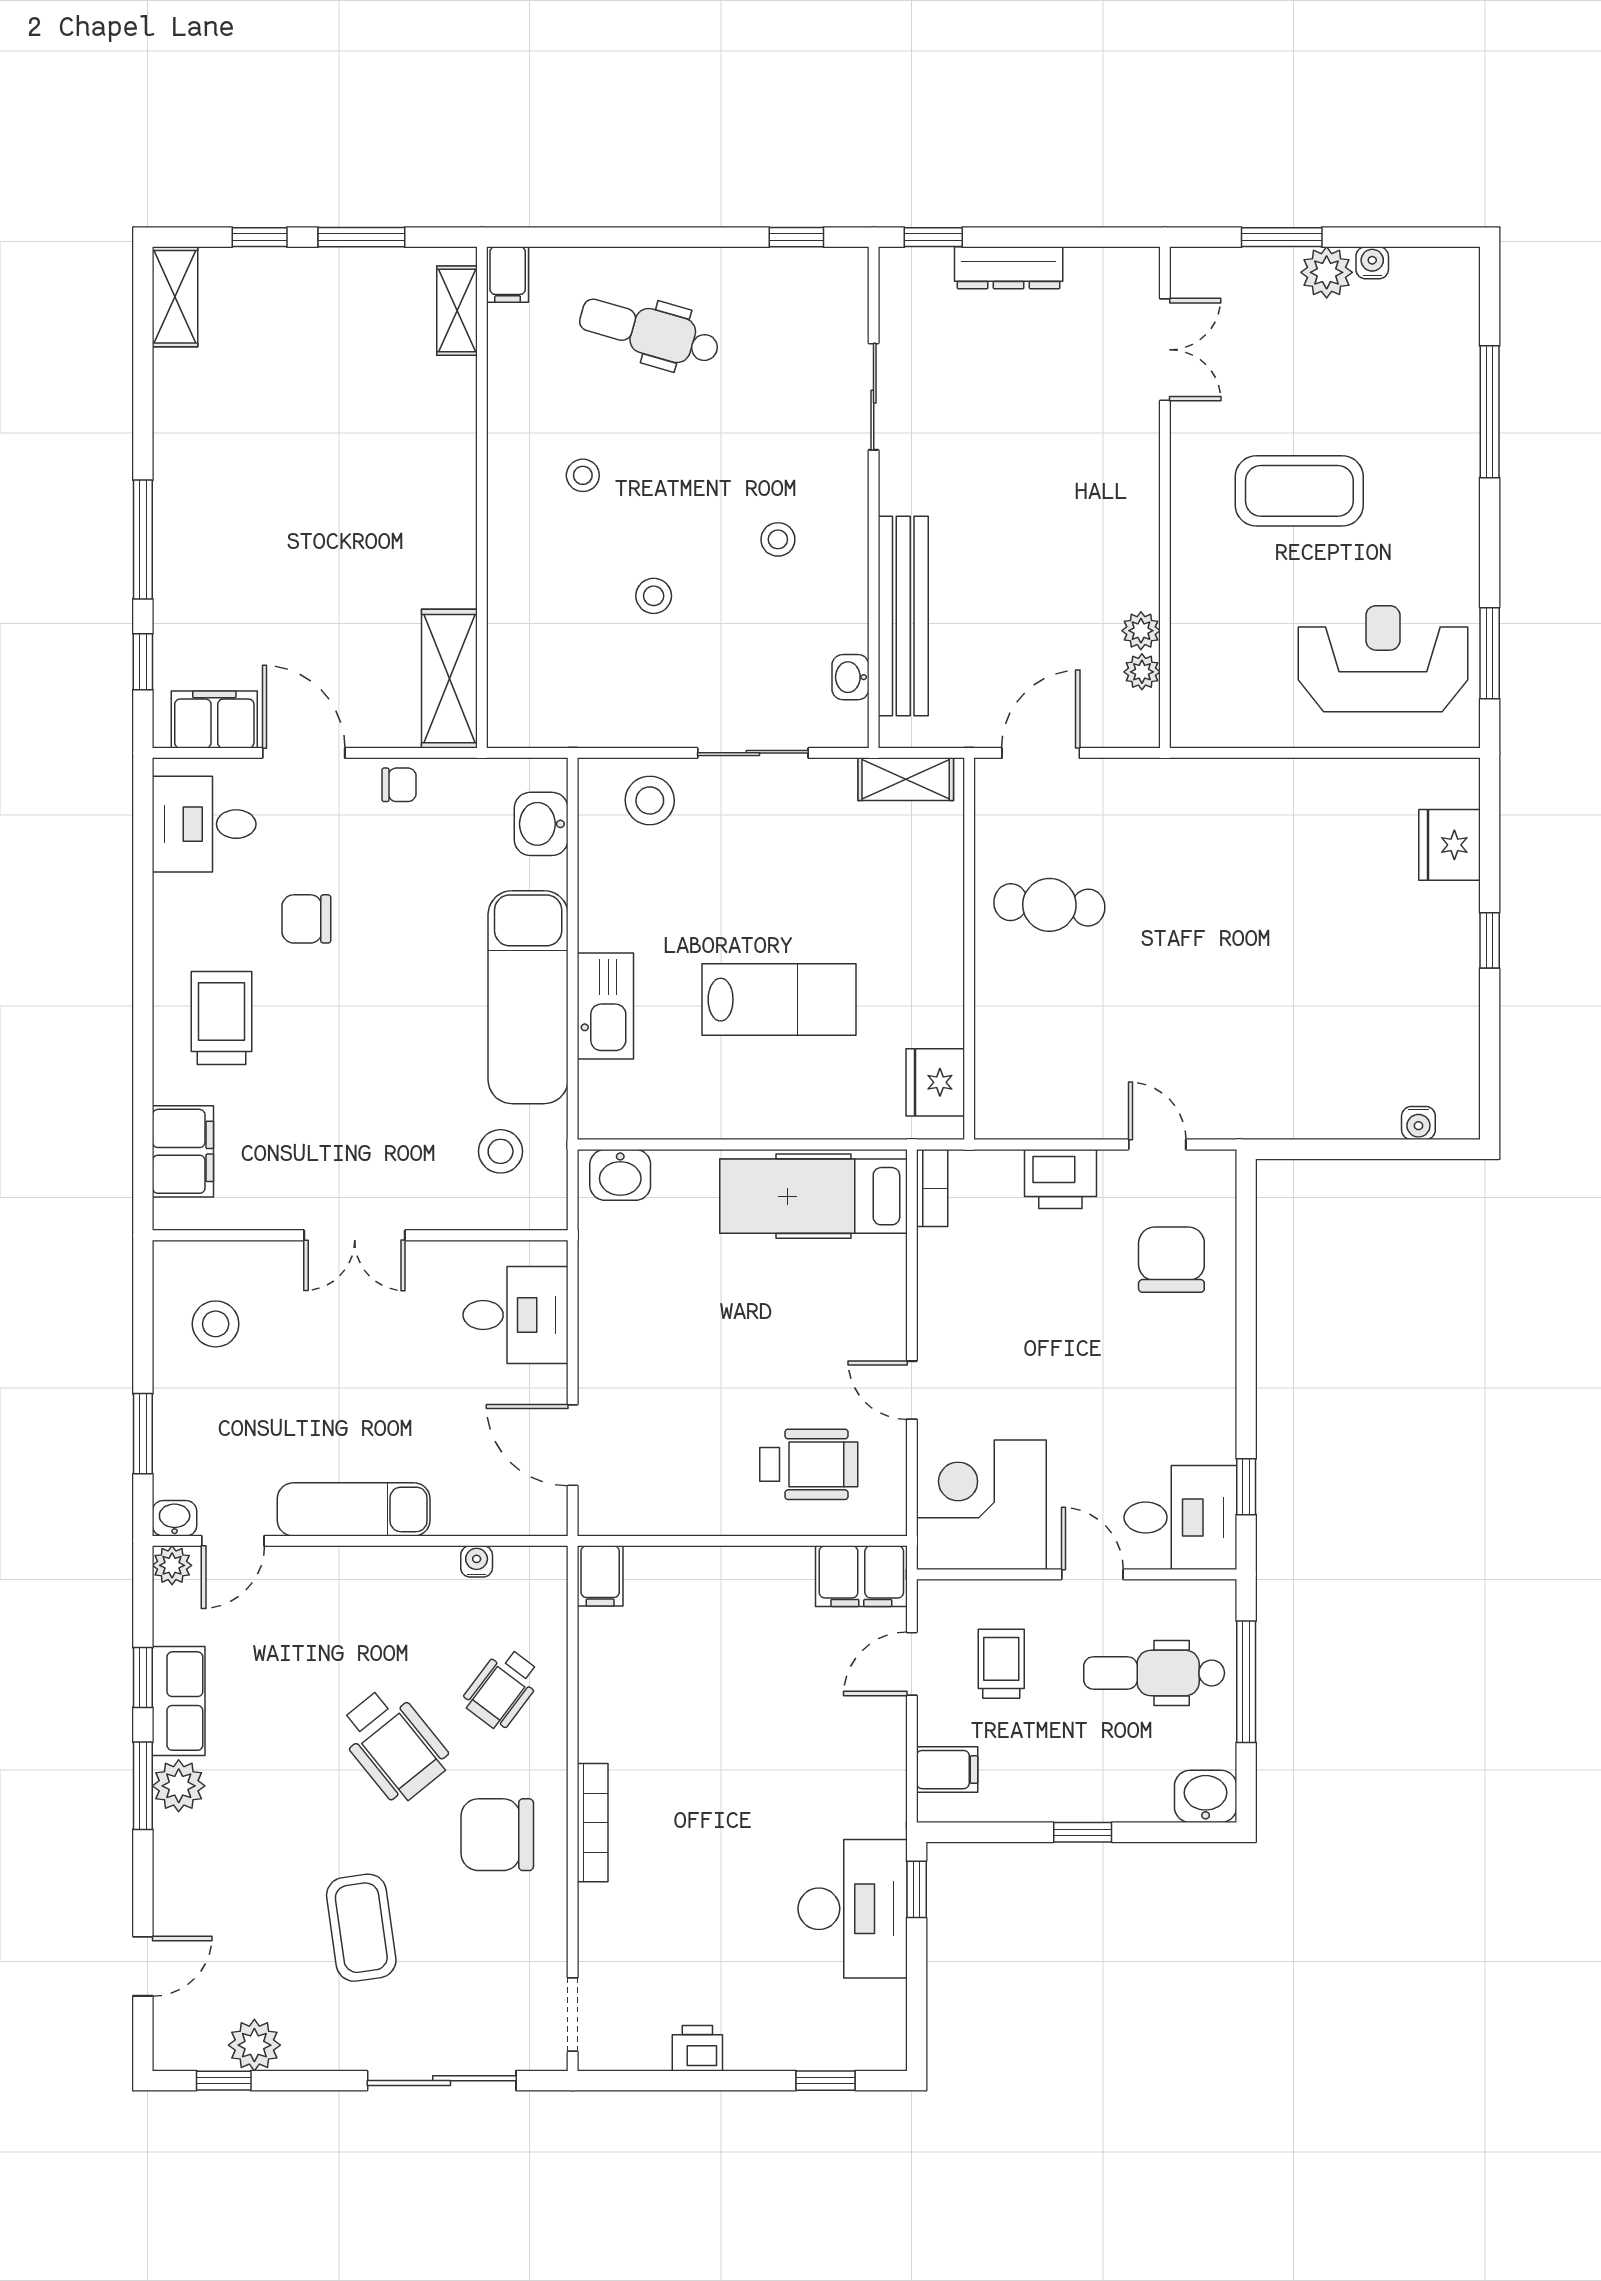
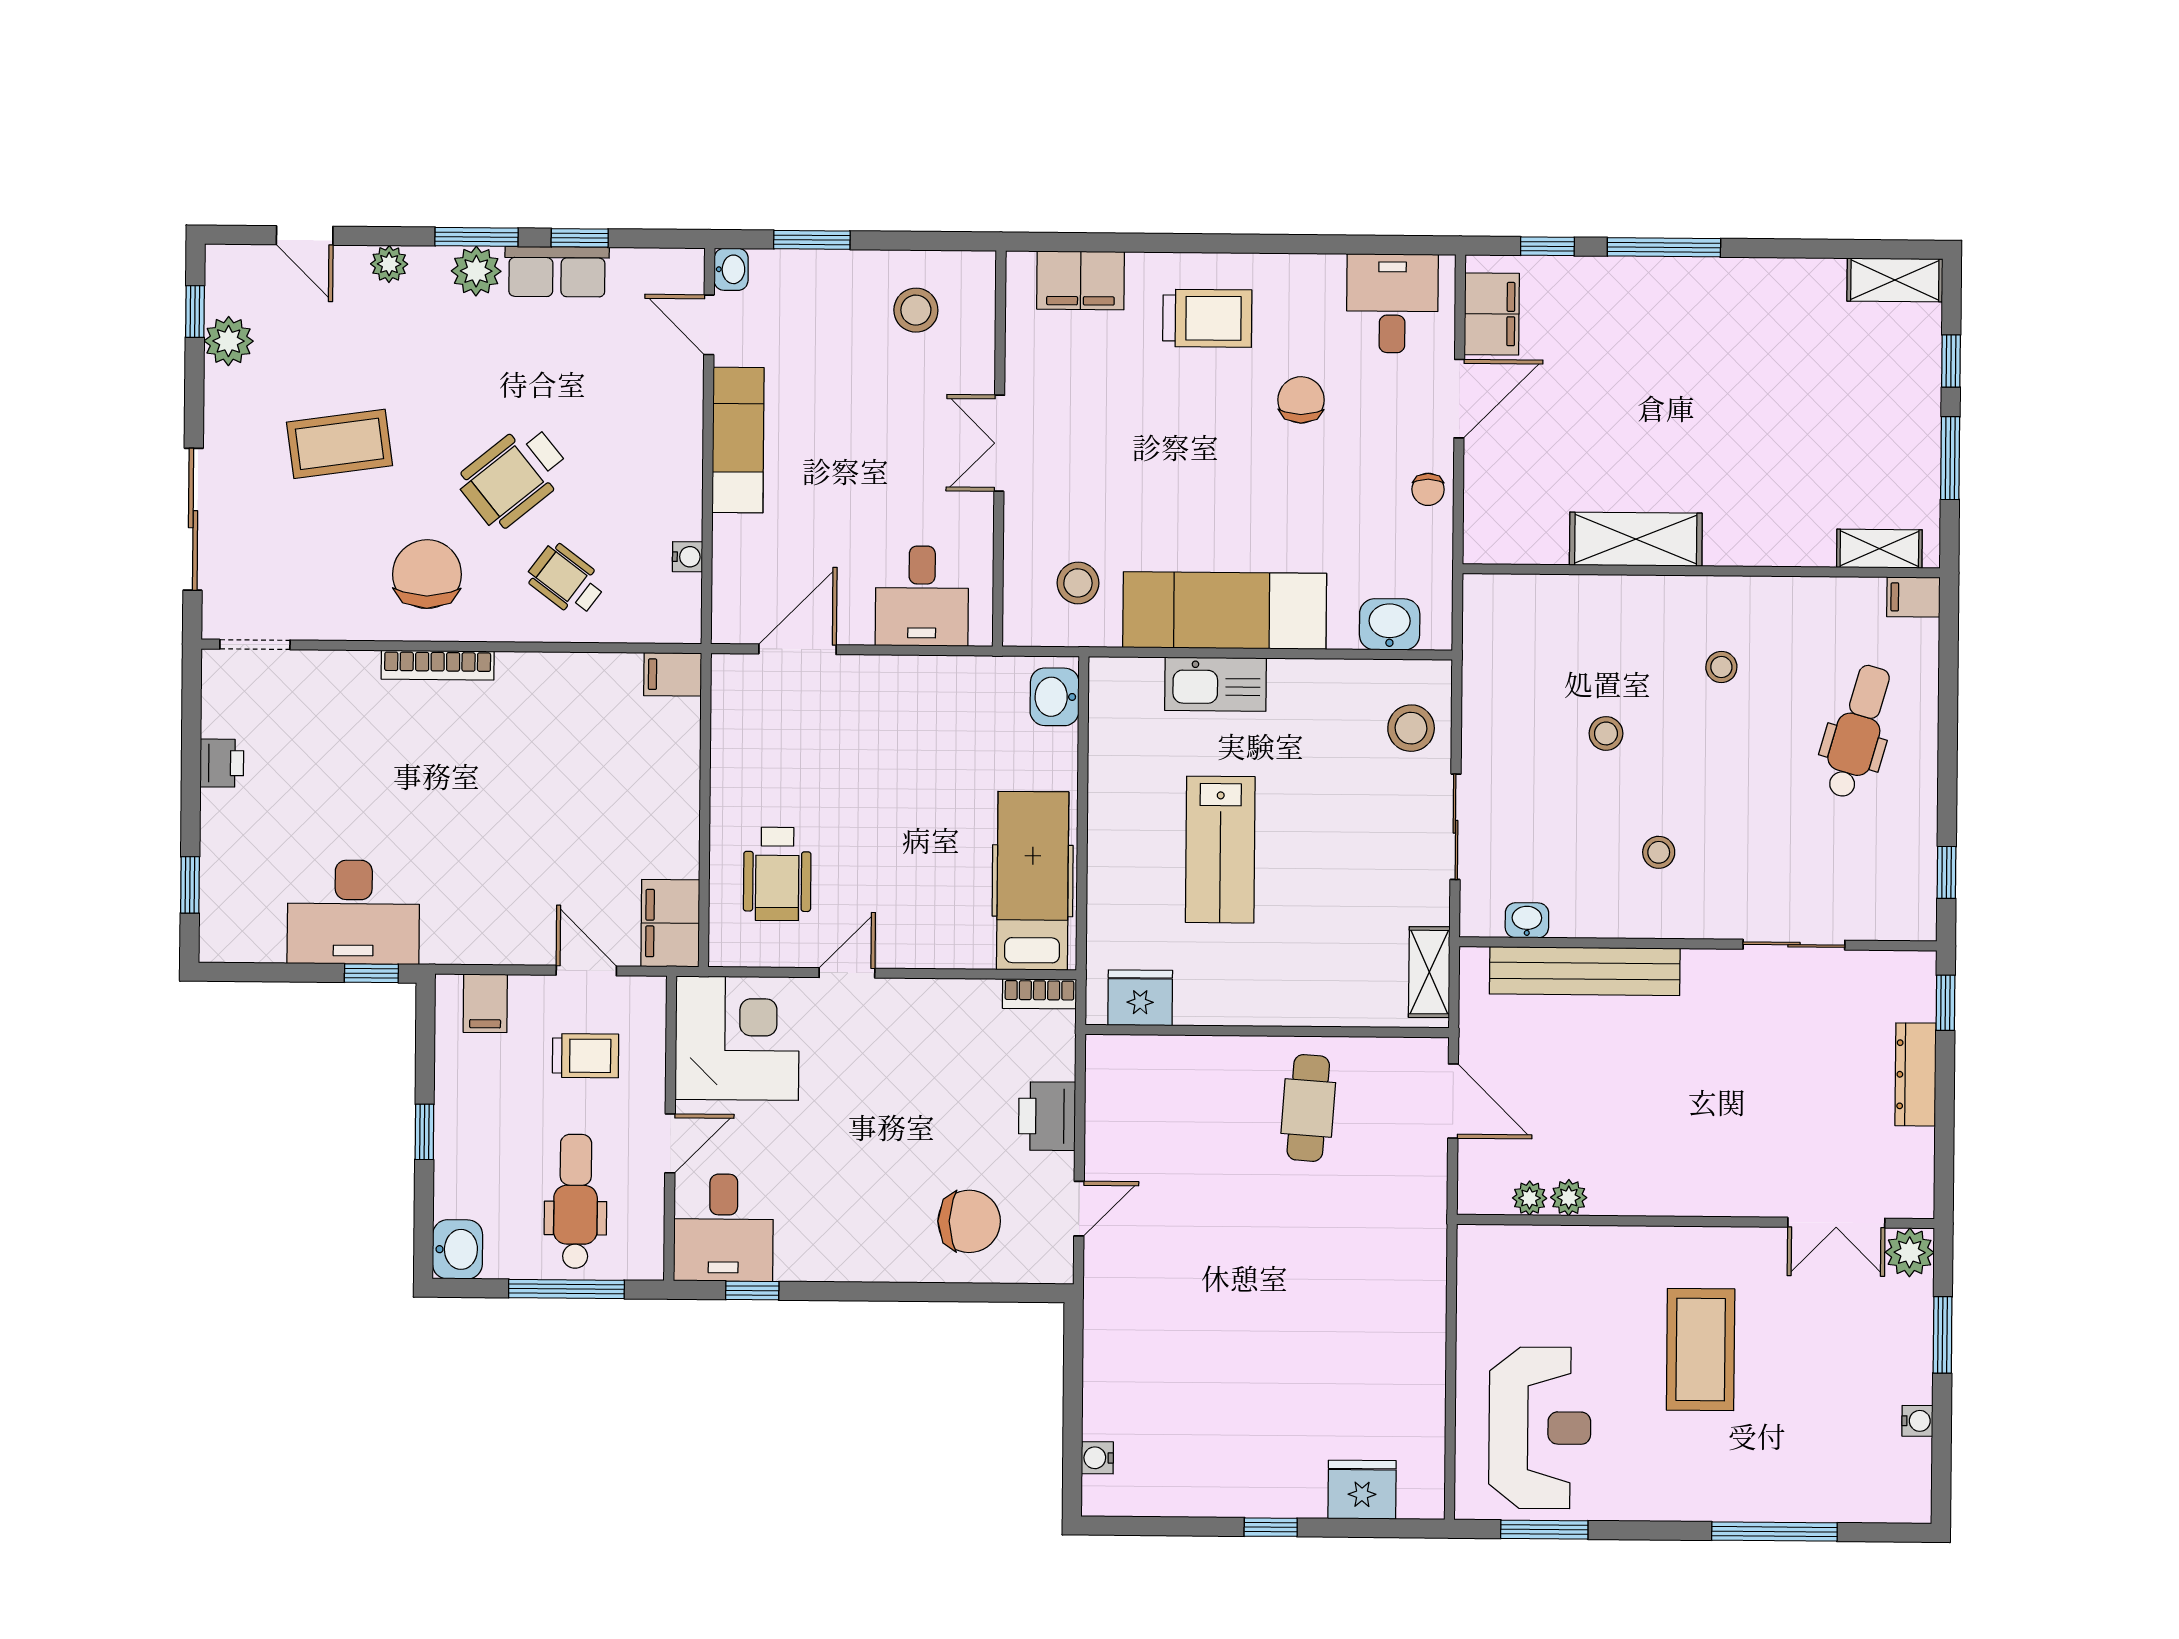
plant: (1327, 272) -> (1910, 1252), moved
shelving: (449, 679) -> (1636, 539), moved
plant: (172, 1565) -> (389, 264), moved

